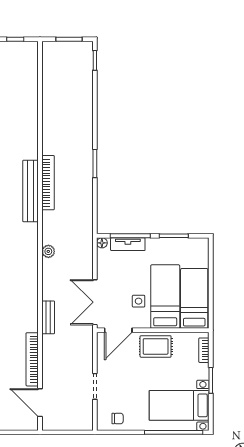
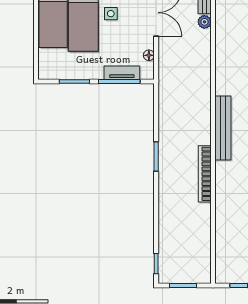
bookcase: (48, 183) -> (205, 174), moved
floor lamp: (102, 243) -> (149, 55), moved
plant: (48, 251) -> (204, 22), moved

